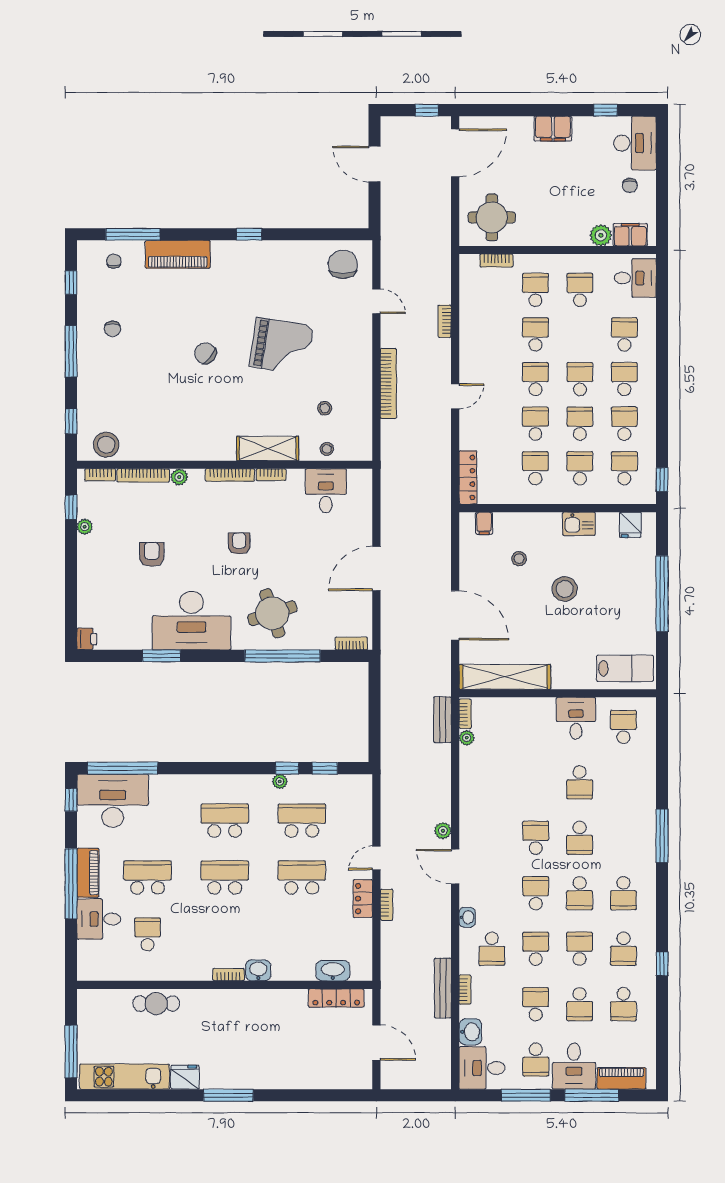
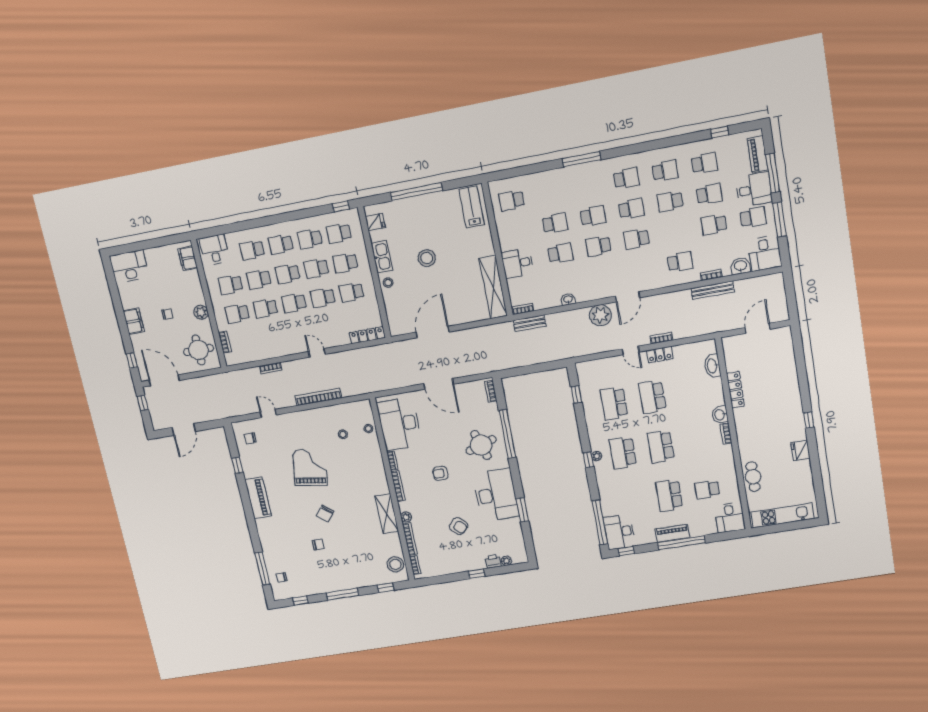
window: (605, 110) -> (132, 361), moved
chair: (630, 185) -> (167, 314), moved
window: (249, 234) -> (237, 465), moved
plant: (601, 235) -> (201, 312), moved
piano: (178, 254) -> (258, 498), moved
chair: (343, 264) -> (250, 438), width x0.54, depth x0.54
door: (376, 301) -> (268, 413), hinge flipped
chair: (112, 329) -> (318, 544), moved
school desk: (580, 334) -> (259, 279), added
shelving: (268, 448) -> (387, 514), moved
desk: (326, 491) -> (399, 424), width x1.87, depth x1.30
window: (71, 507) -> (477, 574), moved
filing cabinet: (484, 523) -> (395, 319), removed
kitchen sink: (579, 524) -> (382, 257), width x1.38
plant: (85, 527) -> (506, 561), moved
armchair: (152, 554) -> (459, 526), turned -136
stool: (519, 559) -> (388, 283), moved
door: (455, 615) -> (433, 332), moved
printer: (87, 639) -> (493, 561), moved
desk: (576, 718) -> (517, 263), moved
plant: (467, 738) -> (539, 305), removed
window: (287, 768) -> (588, 460), moved
plant: (280, 781) -> (597, 456), moved
desk: (113, 801) -> (619, 532), width x0.73, depth x0.77
plant: (443, 831) -> (600, 315), width x1.87, depth x1.87
washbasin: (467, 917) -> (568, 299), moved
desk: (99, 919) -> (730, 518), moved
school desk: (536, 949) -> (560, 253), moved, turned 180
window: (662, 964) -> (719, 132), moved
locker: (336, 998) -> (735, 390), moved
window: (71, 1052) -> (794, 526), removed
kitchen unit: (125, 1077) -> (783, 515), moved, turned 90
window: (228, 1095) -> (809, 420), width x0.46

